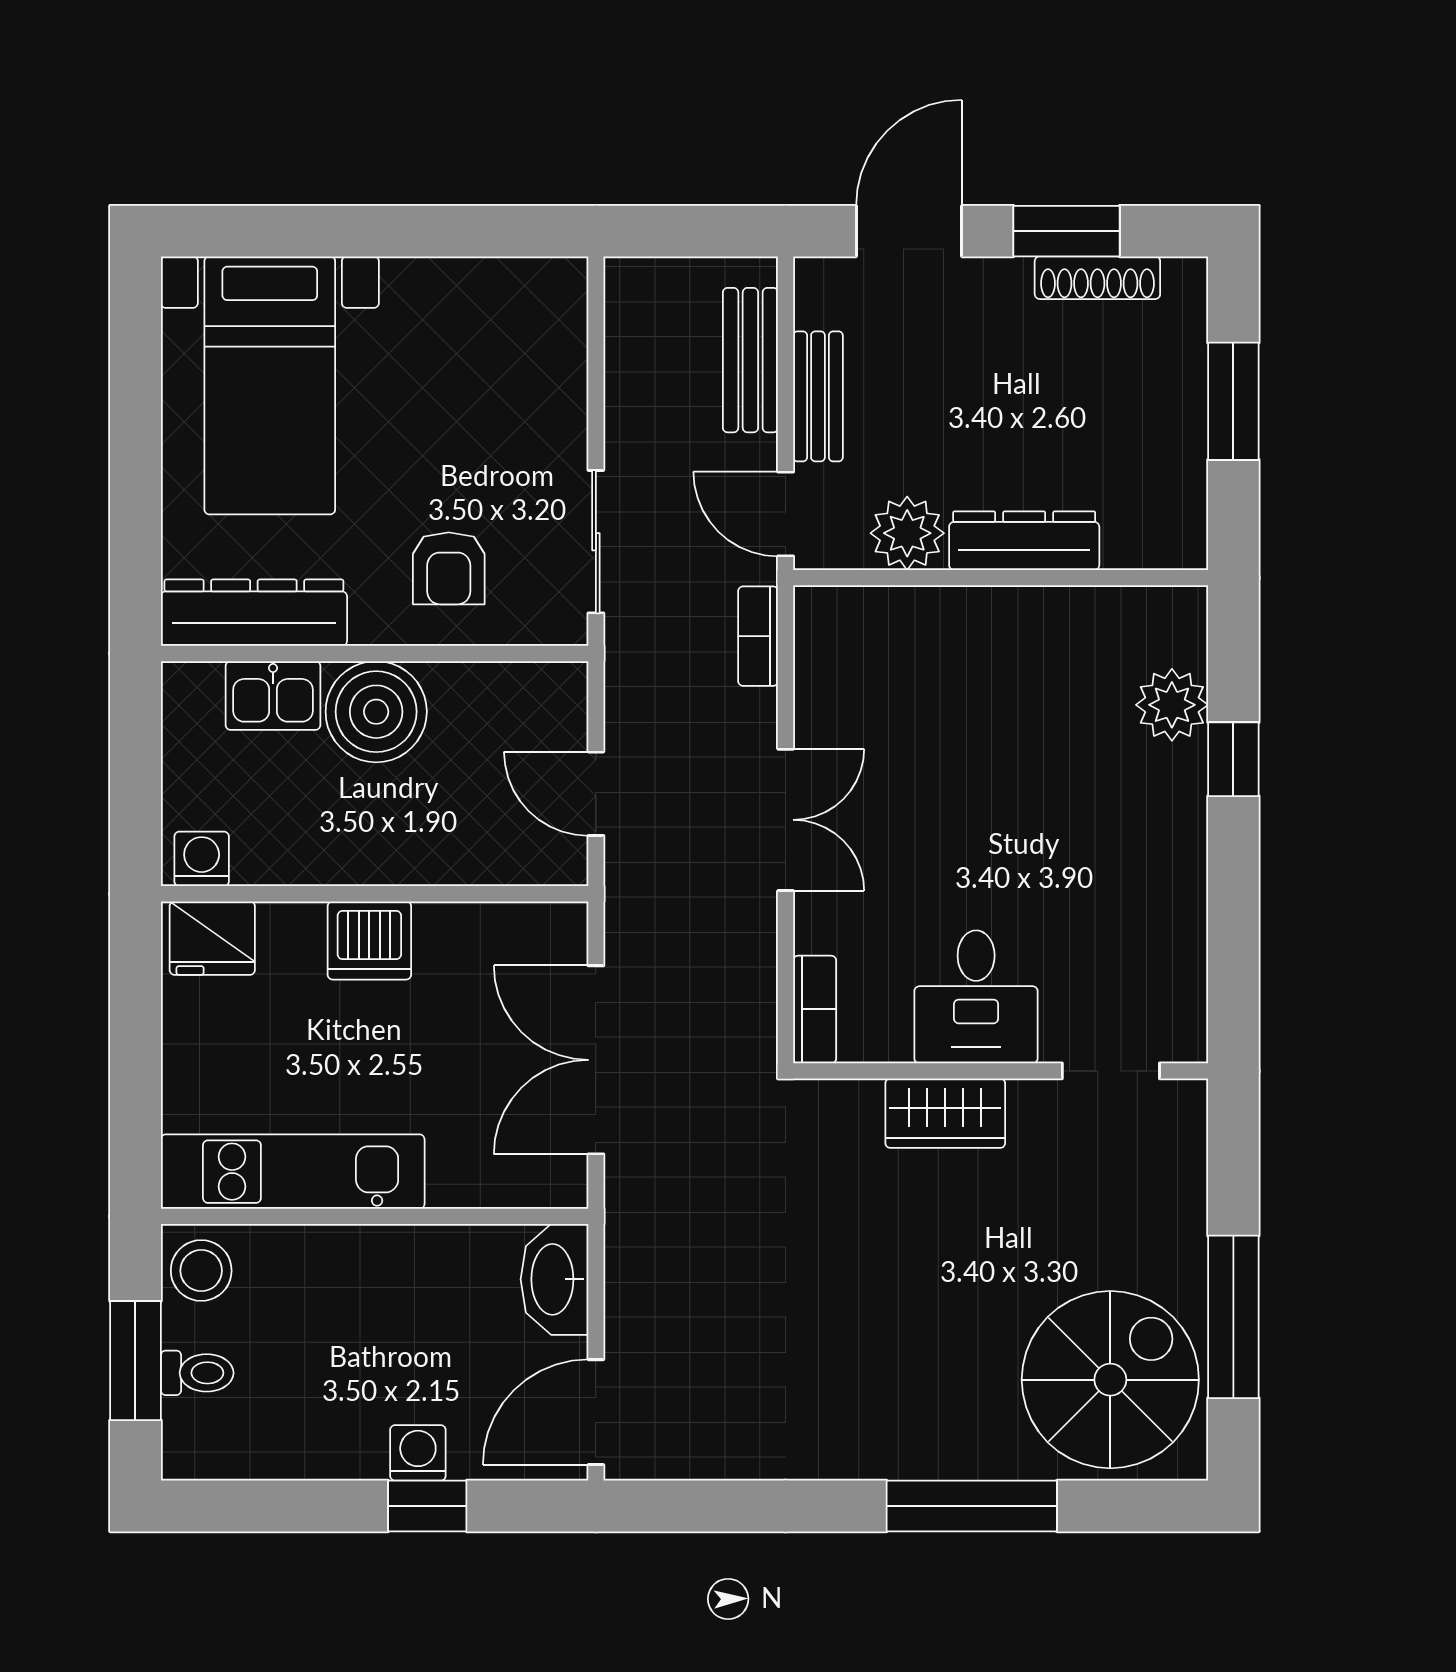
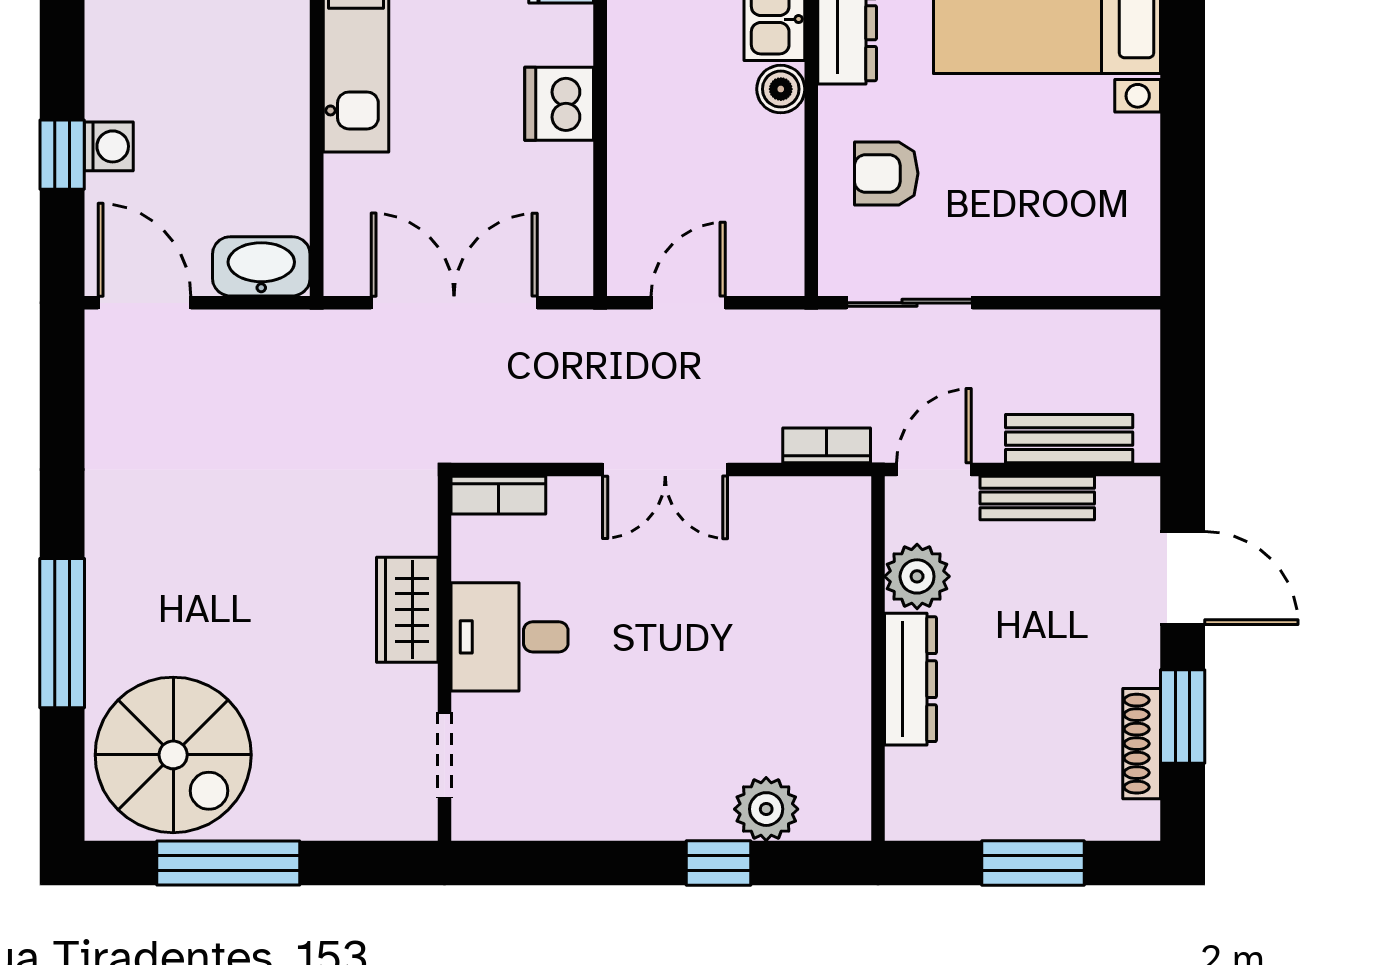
boiler: (376, 712) -> (781, 89), width x0.54, depth x0.54

